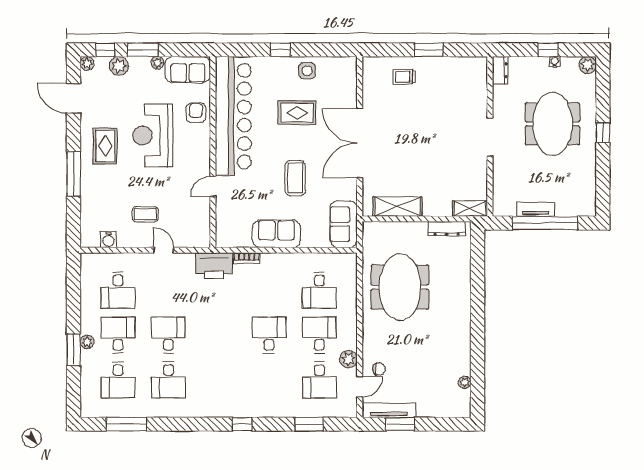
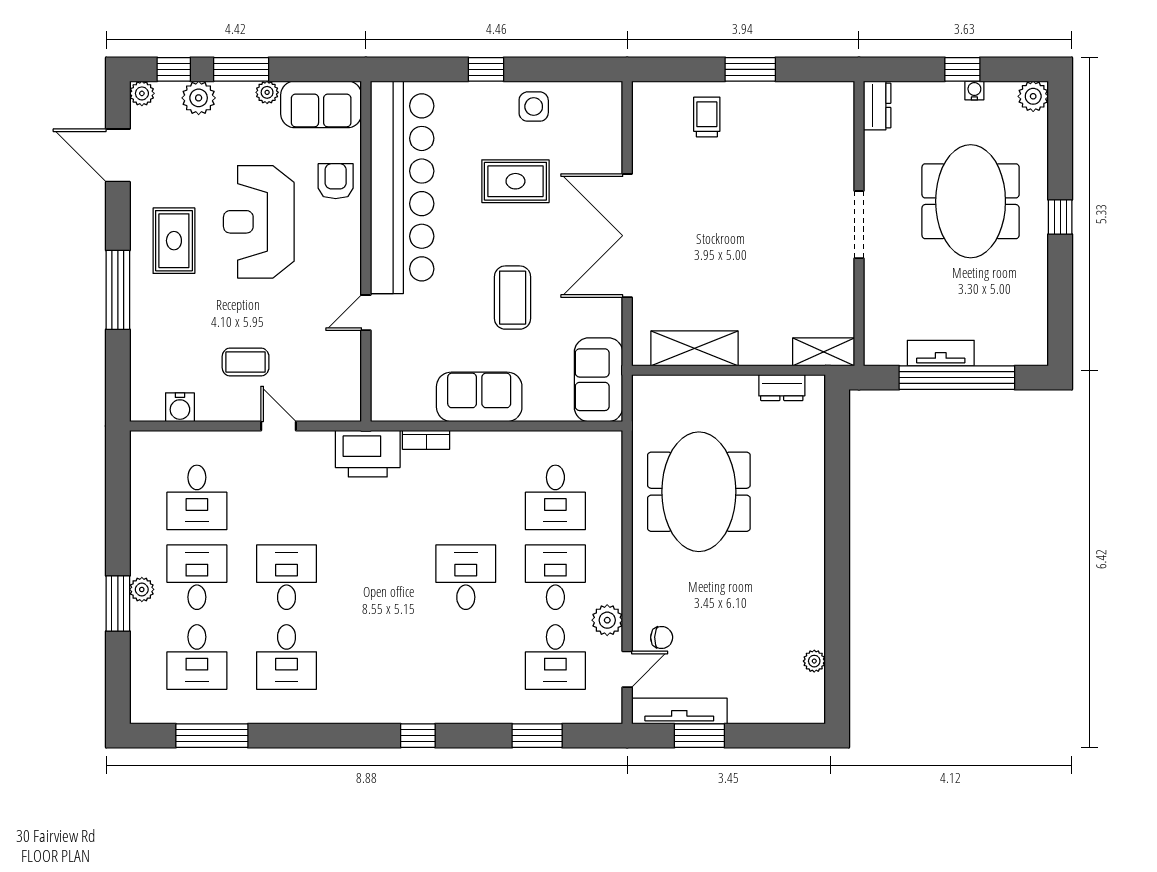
trolley: (404, 77) -> (707, 117), turned 90
dresser: (447, 229) -> (782, 388), width x0.70

